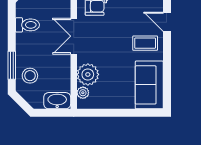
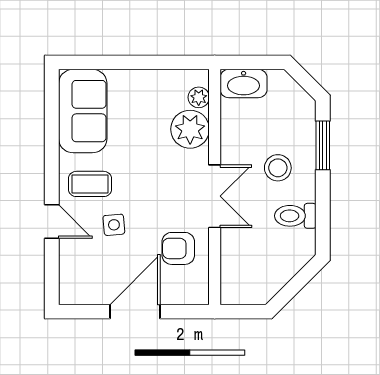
side table: (131, 20) -> (114, 225), added
stool: (30, 76) -> (278, 168), moved

